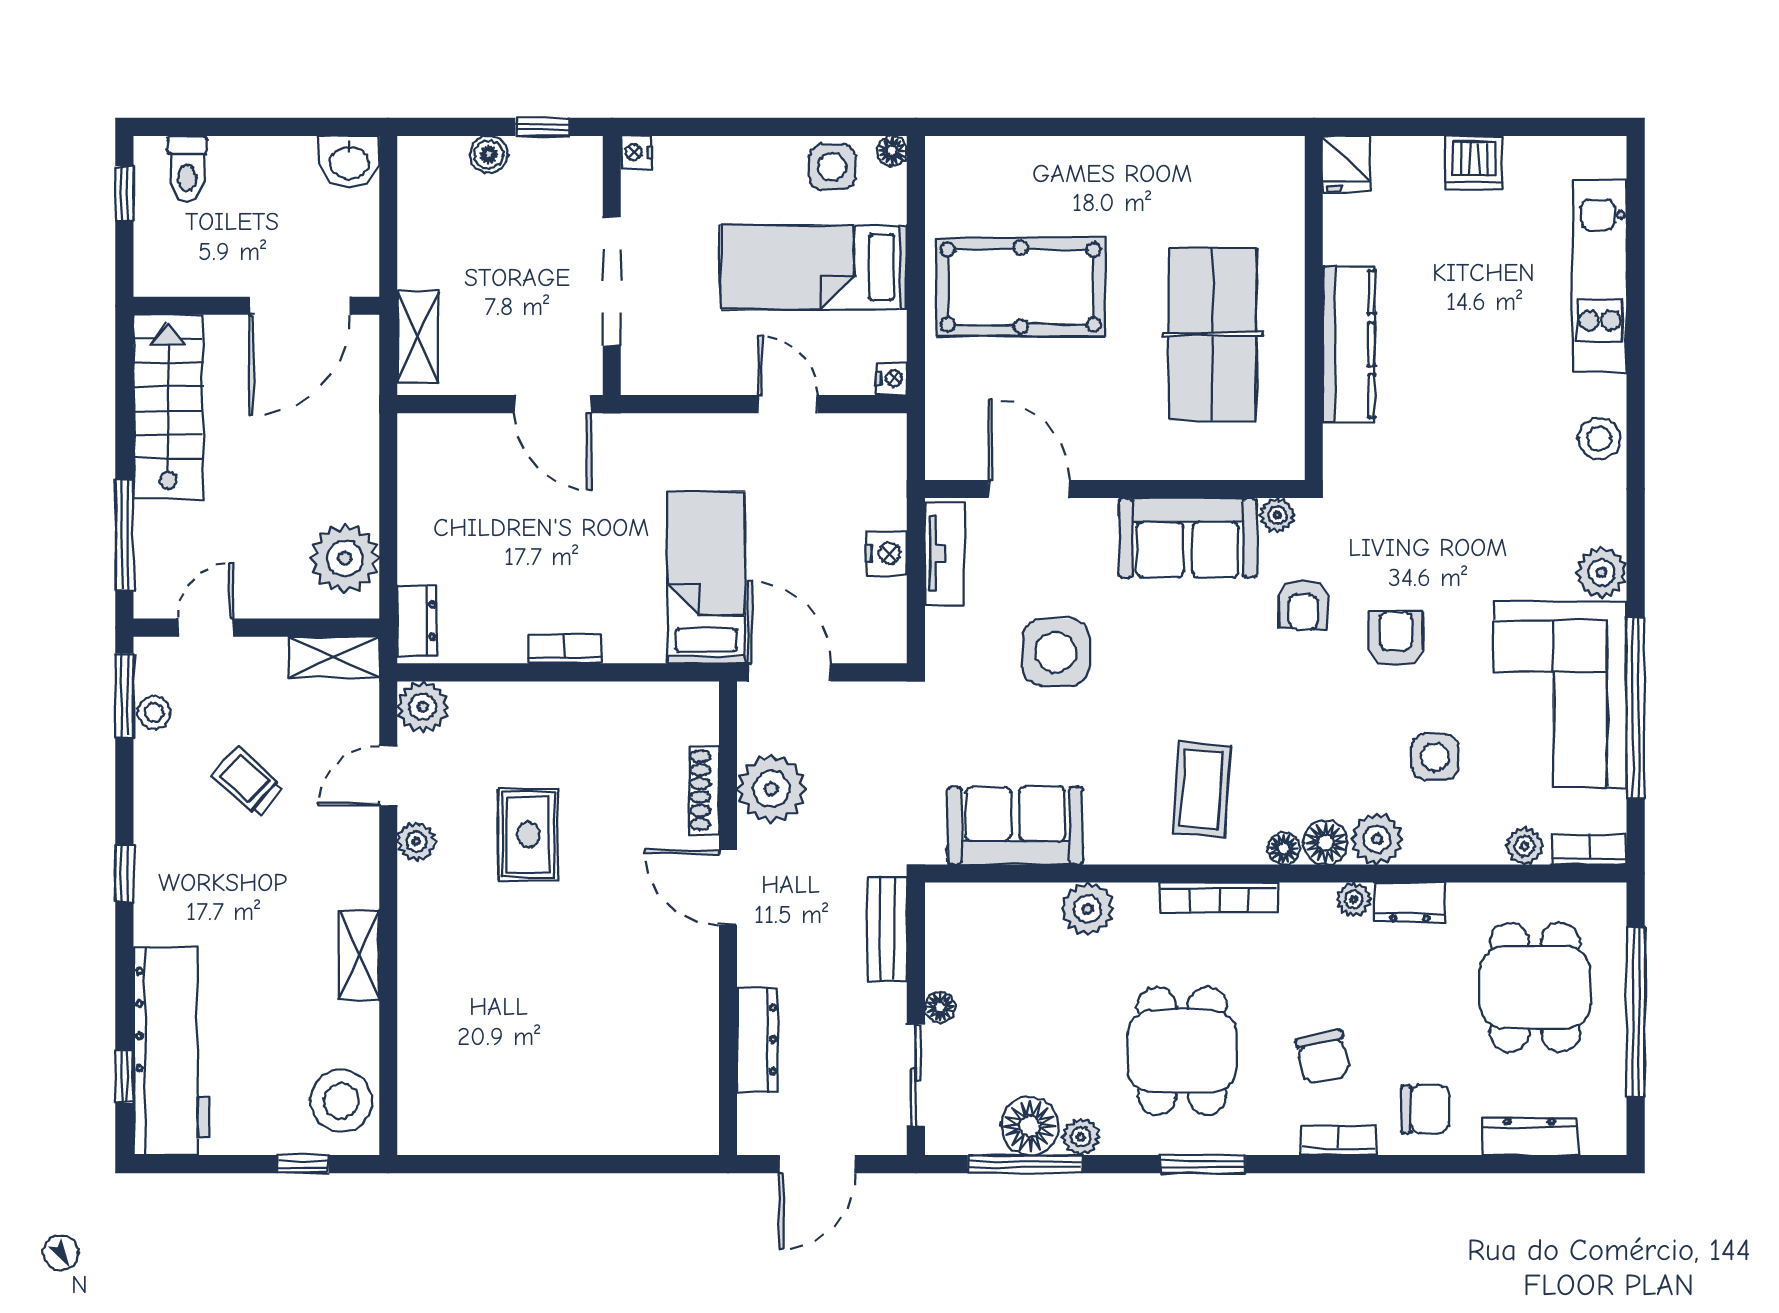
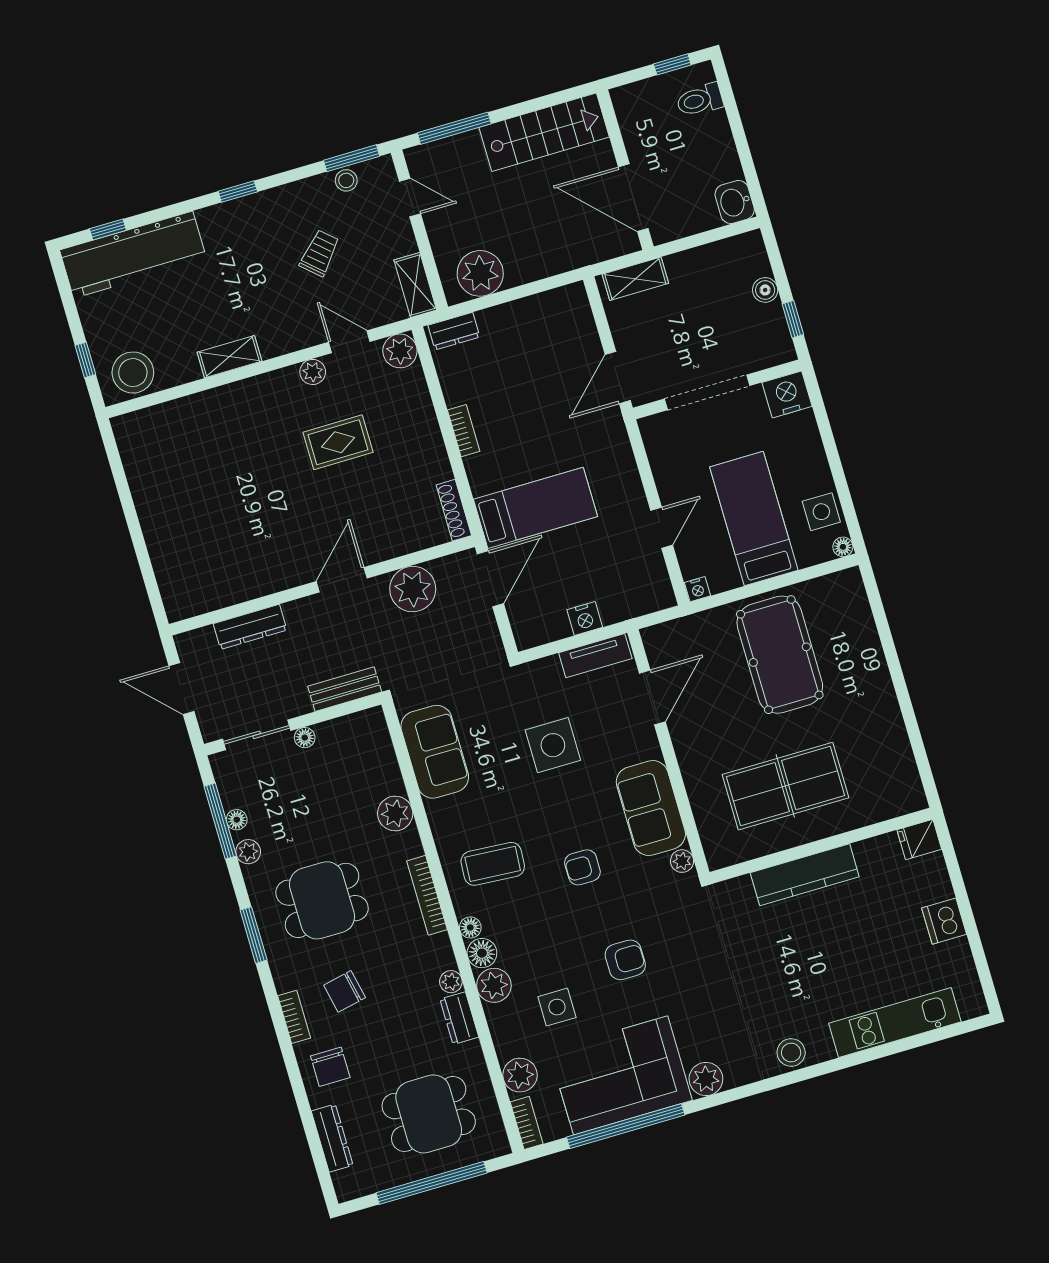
nightstand: (636, 152) -> (787, 394), width x1.89, depth x1.79
armchair: (1303, 605) -> (582, 867), moved
shoe rack: (704, 790) -> (454, 510), moved, turned -90
plant: (1525, 846) -> (520, 1075), width x1.38, depth x1.38
floor lamp: (1030, 1126) -> (237, 820), width x0.53, depth x0.53

